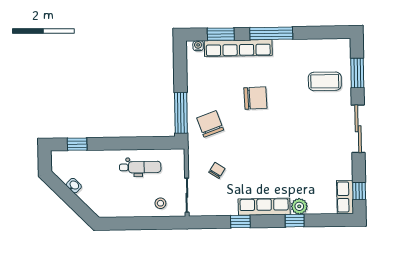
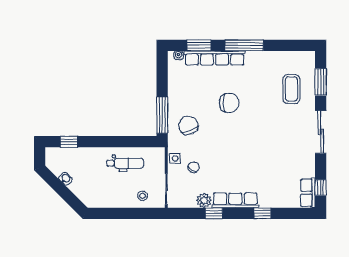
coffee table: (325, 81) -> (291, 89), turned 90
side table: (196, 161) -> (175, 158), added
plant: (299, 206) -> (204, 201), moved

